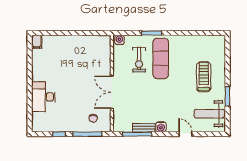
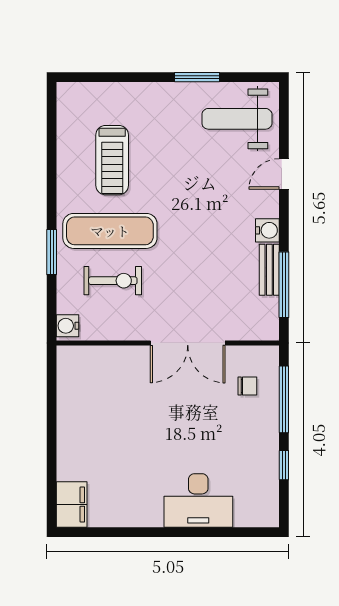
filing cabinet: (37, 42) -> (72, 505), width x2.00
treadmill: (204, 77) -> (112, 160), moved, turned -90
weight bench: (209, 114) -> (237, 119), turned 90

